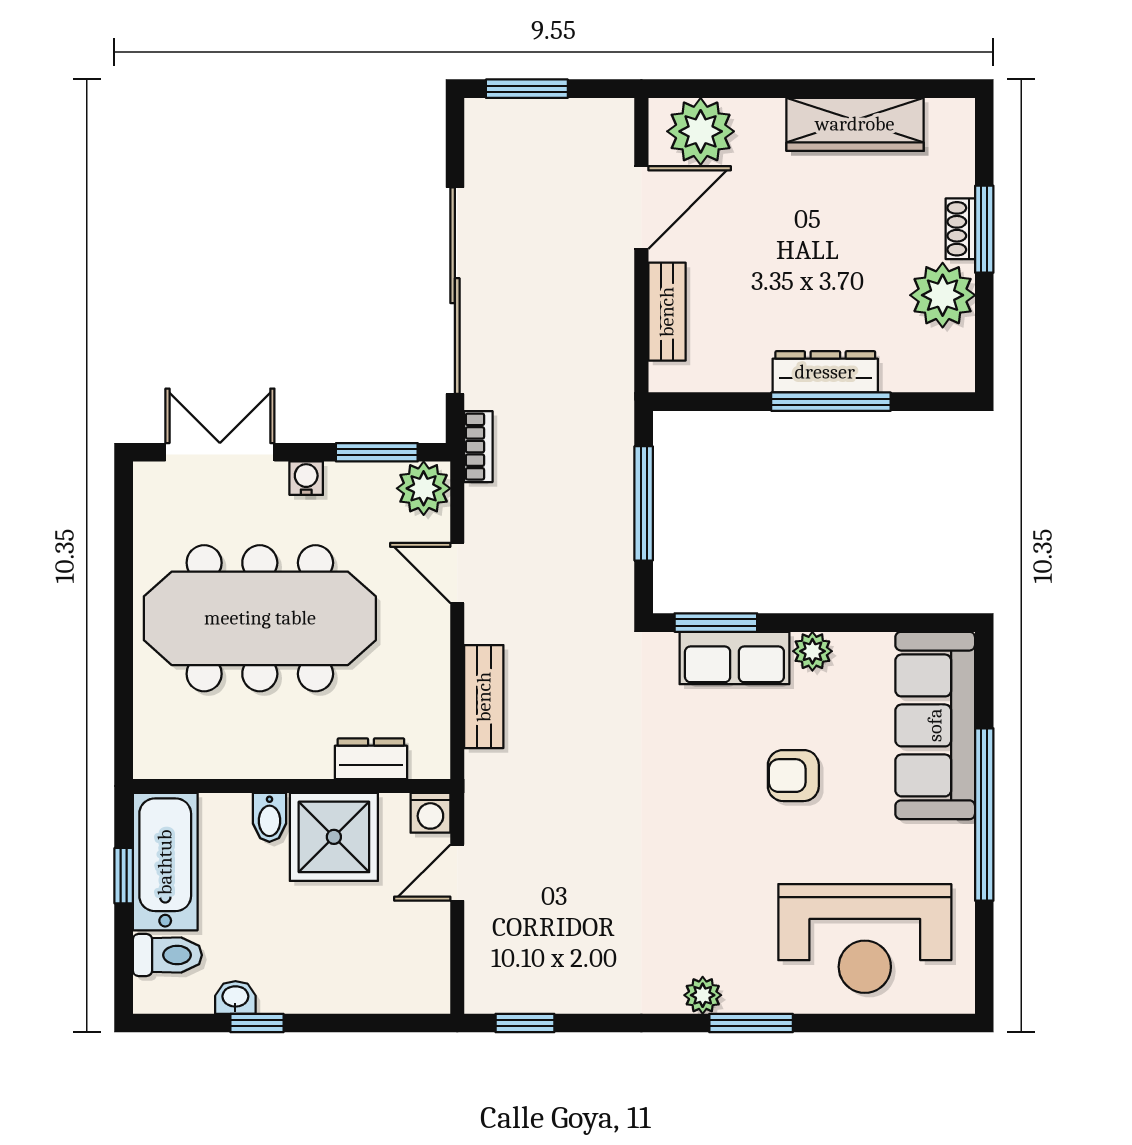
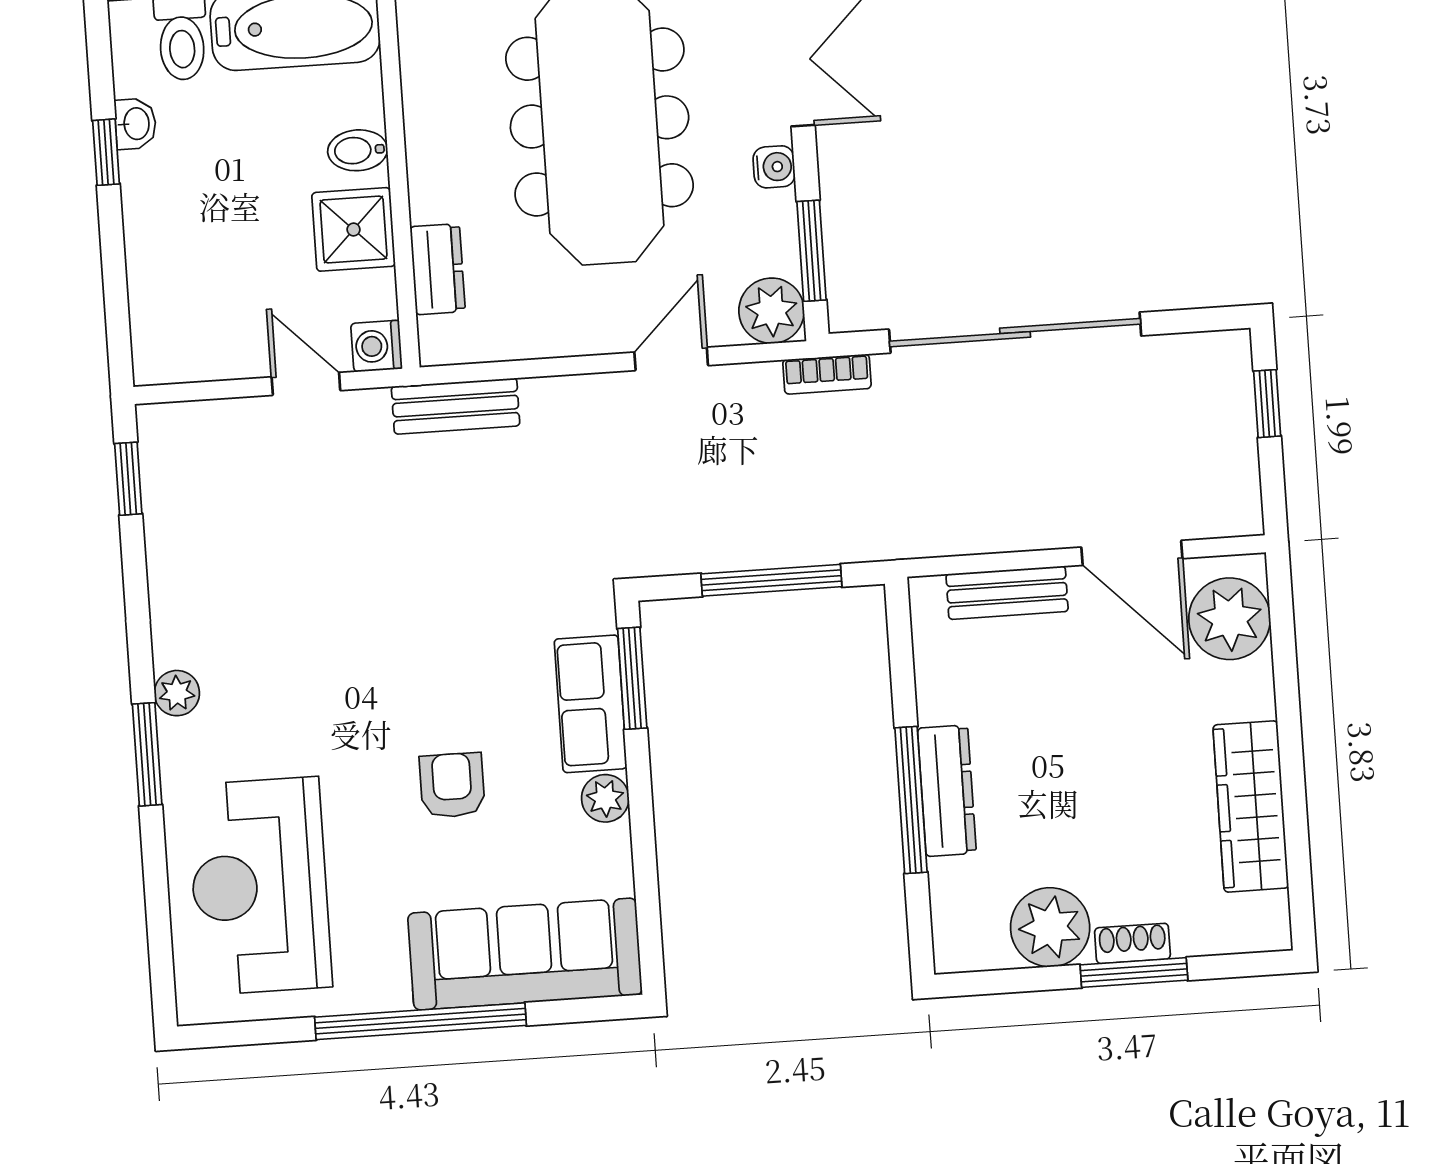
window: (527, 89) -> (1267, 404), width x0.67
bench: (484, 697) -> (456, 406), moved
shower: (334, 837) -> (354, 229), width x0.73, depth x0.73

